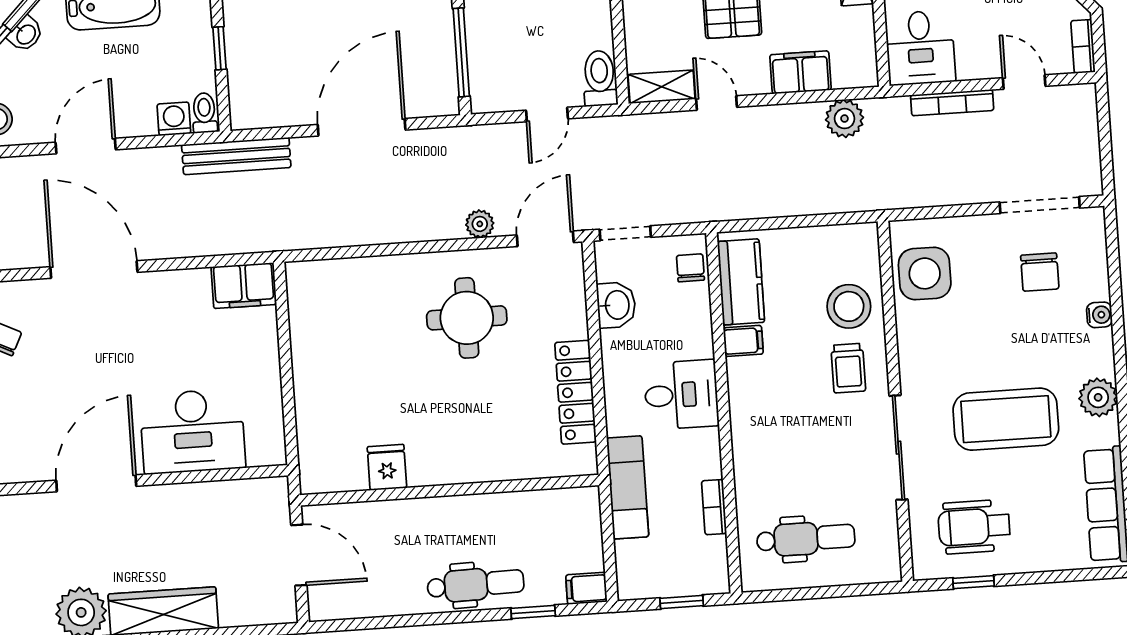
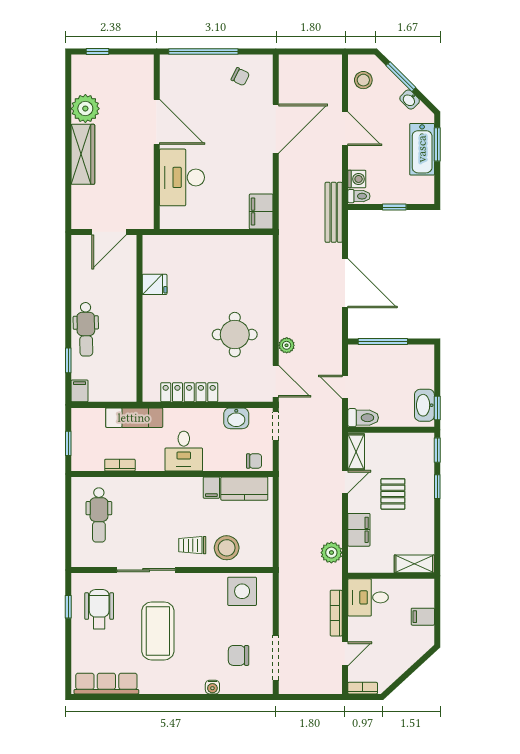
plant: (1098, 397) -> (166, 683), removed

